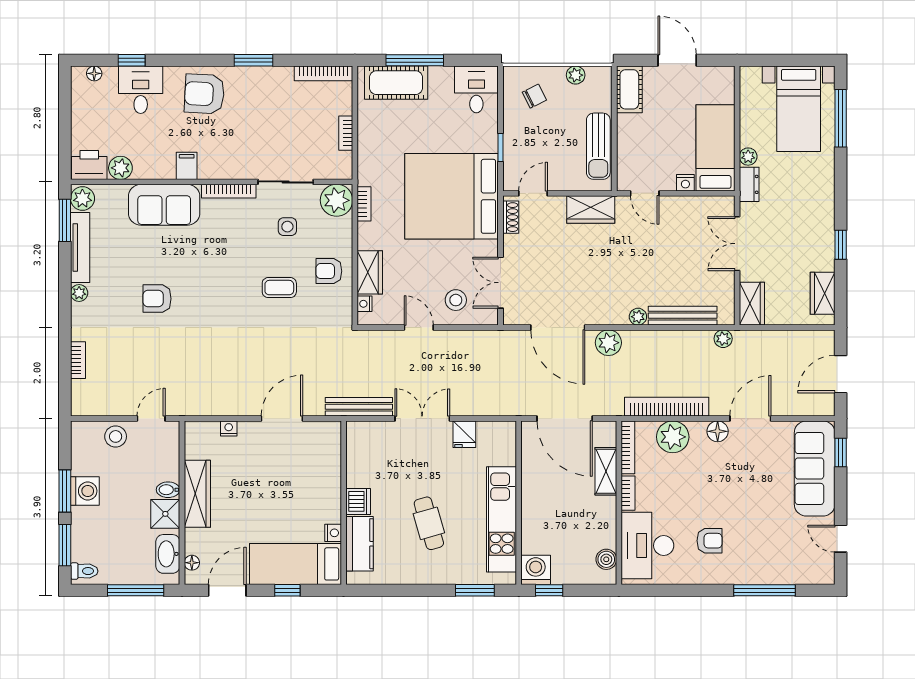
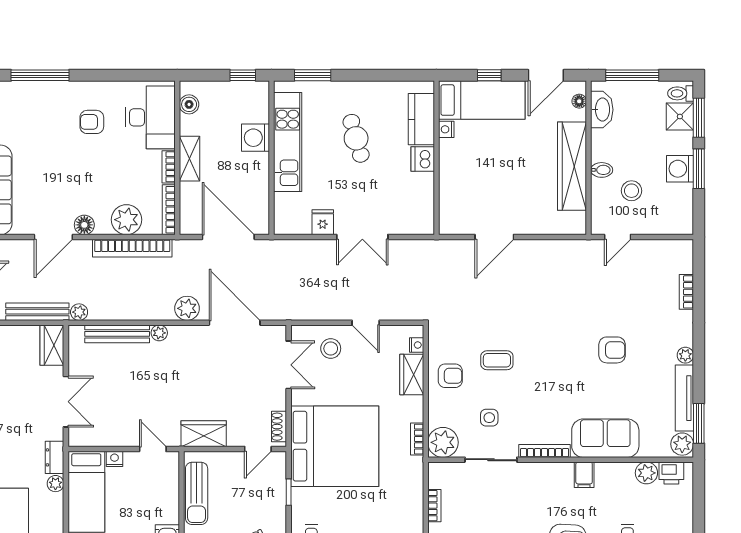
sun lounger: (598, 146) -> (197, 493), turned 180
printer: (89, 165) -> (671, 473), width x0.73, depth x0.81
bench: (359, 407) -> (37, 312), moved
nightstand: (229, 428) -> (545, 228), removed
stool: (116, 436) -> (632, 191), moved
shelving: (606, 471) -> (189, 159), moved
wardrobe: (197, 494) -> (572, 166), width x1.40, depth x1.17
shower: (165, 514) -> (680, 117), moved
washing machine: (536, 570) -> (256, 138), moved, turned 90

